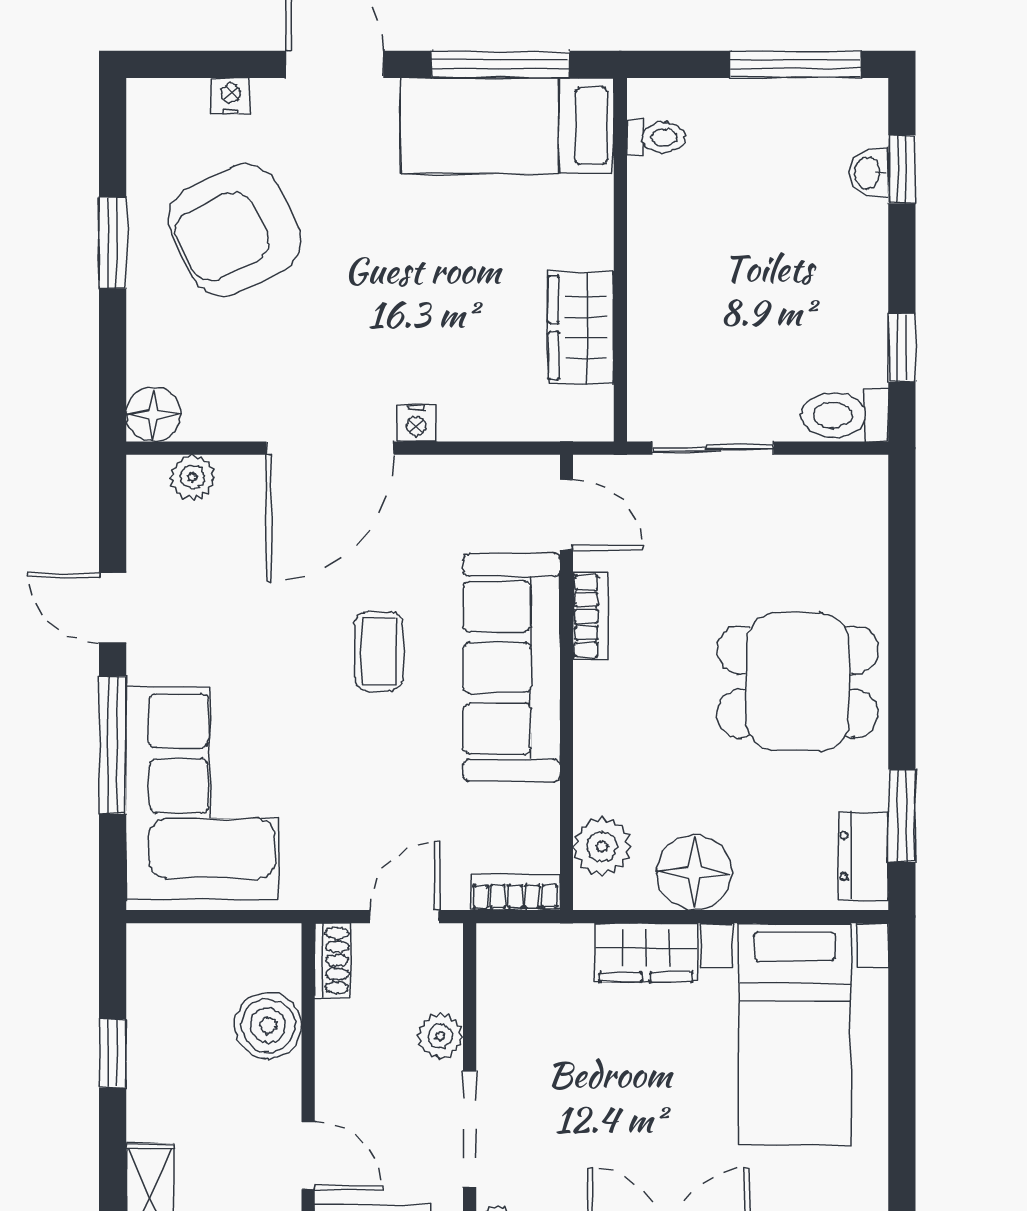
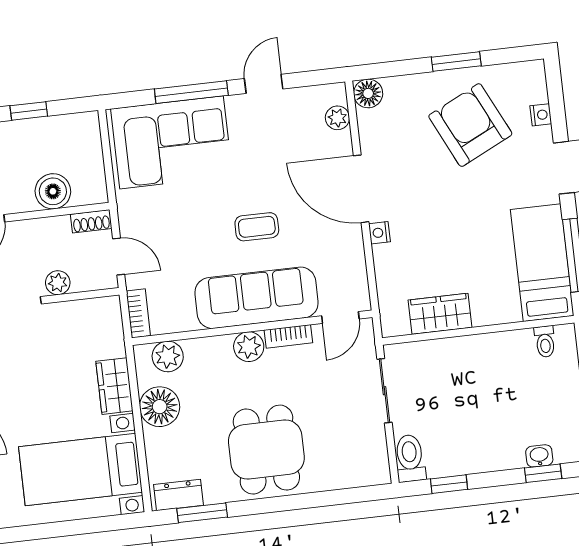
plant: (601, 693) -> (249, 347), added

